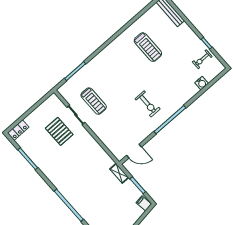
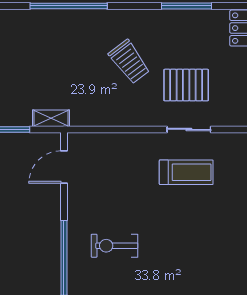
treadmill: (94, 101) -> (186, 172), turned 180
trolley: (70, 162) -> (129, 62), added

